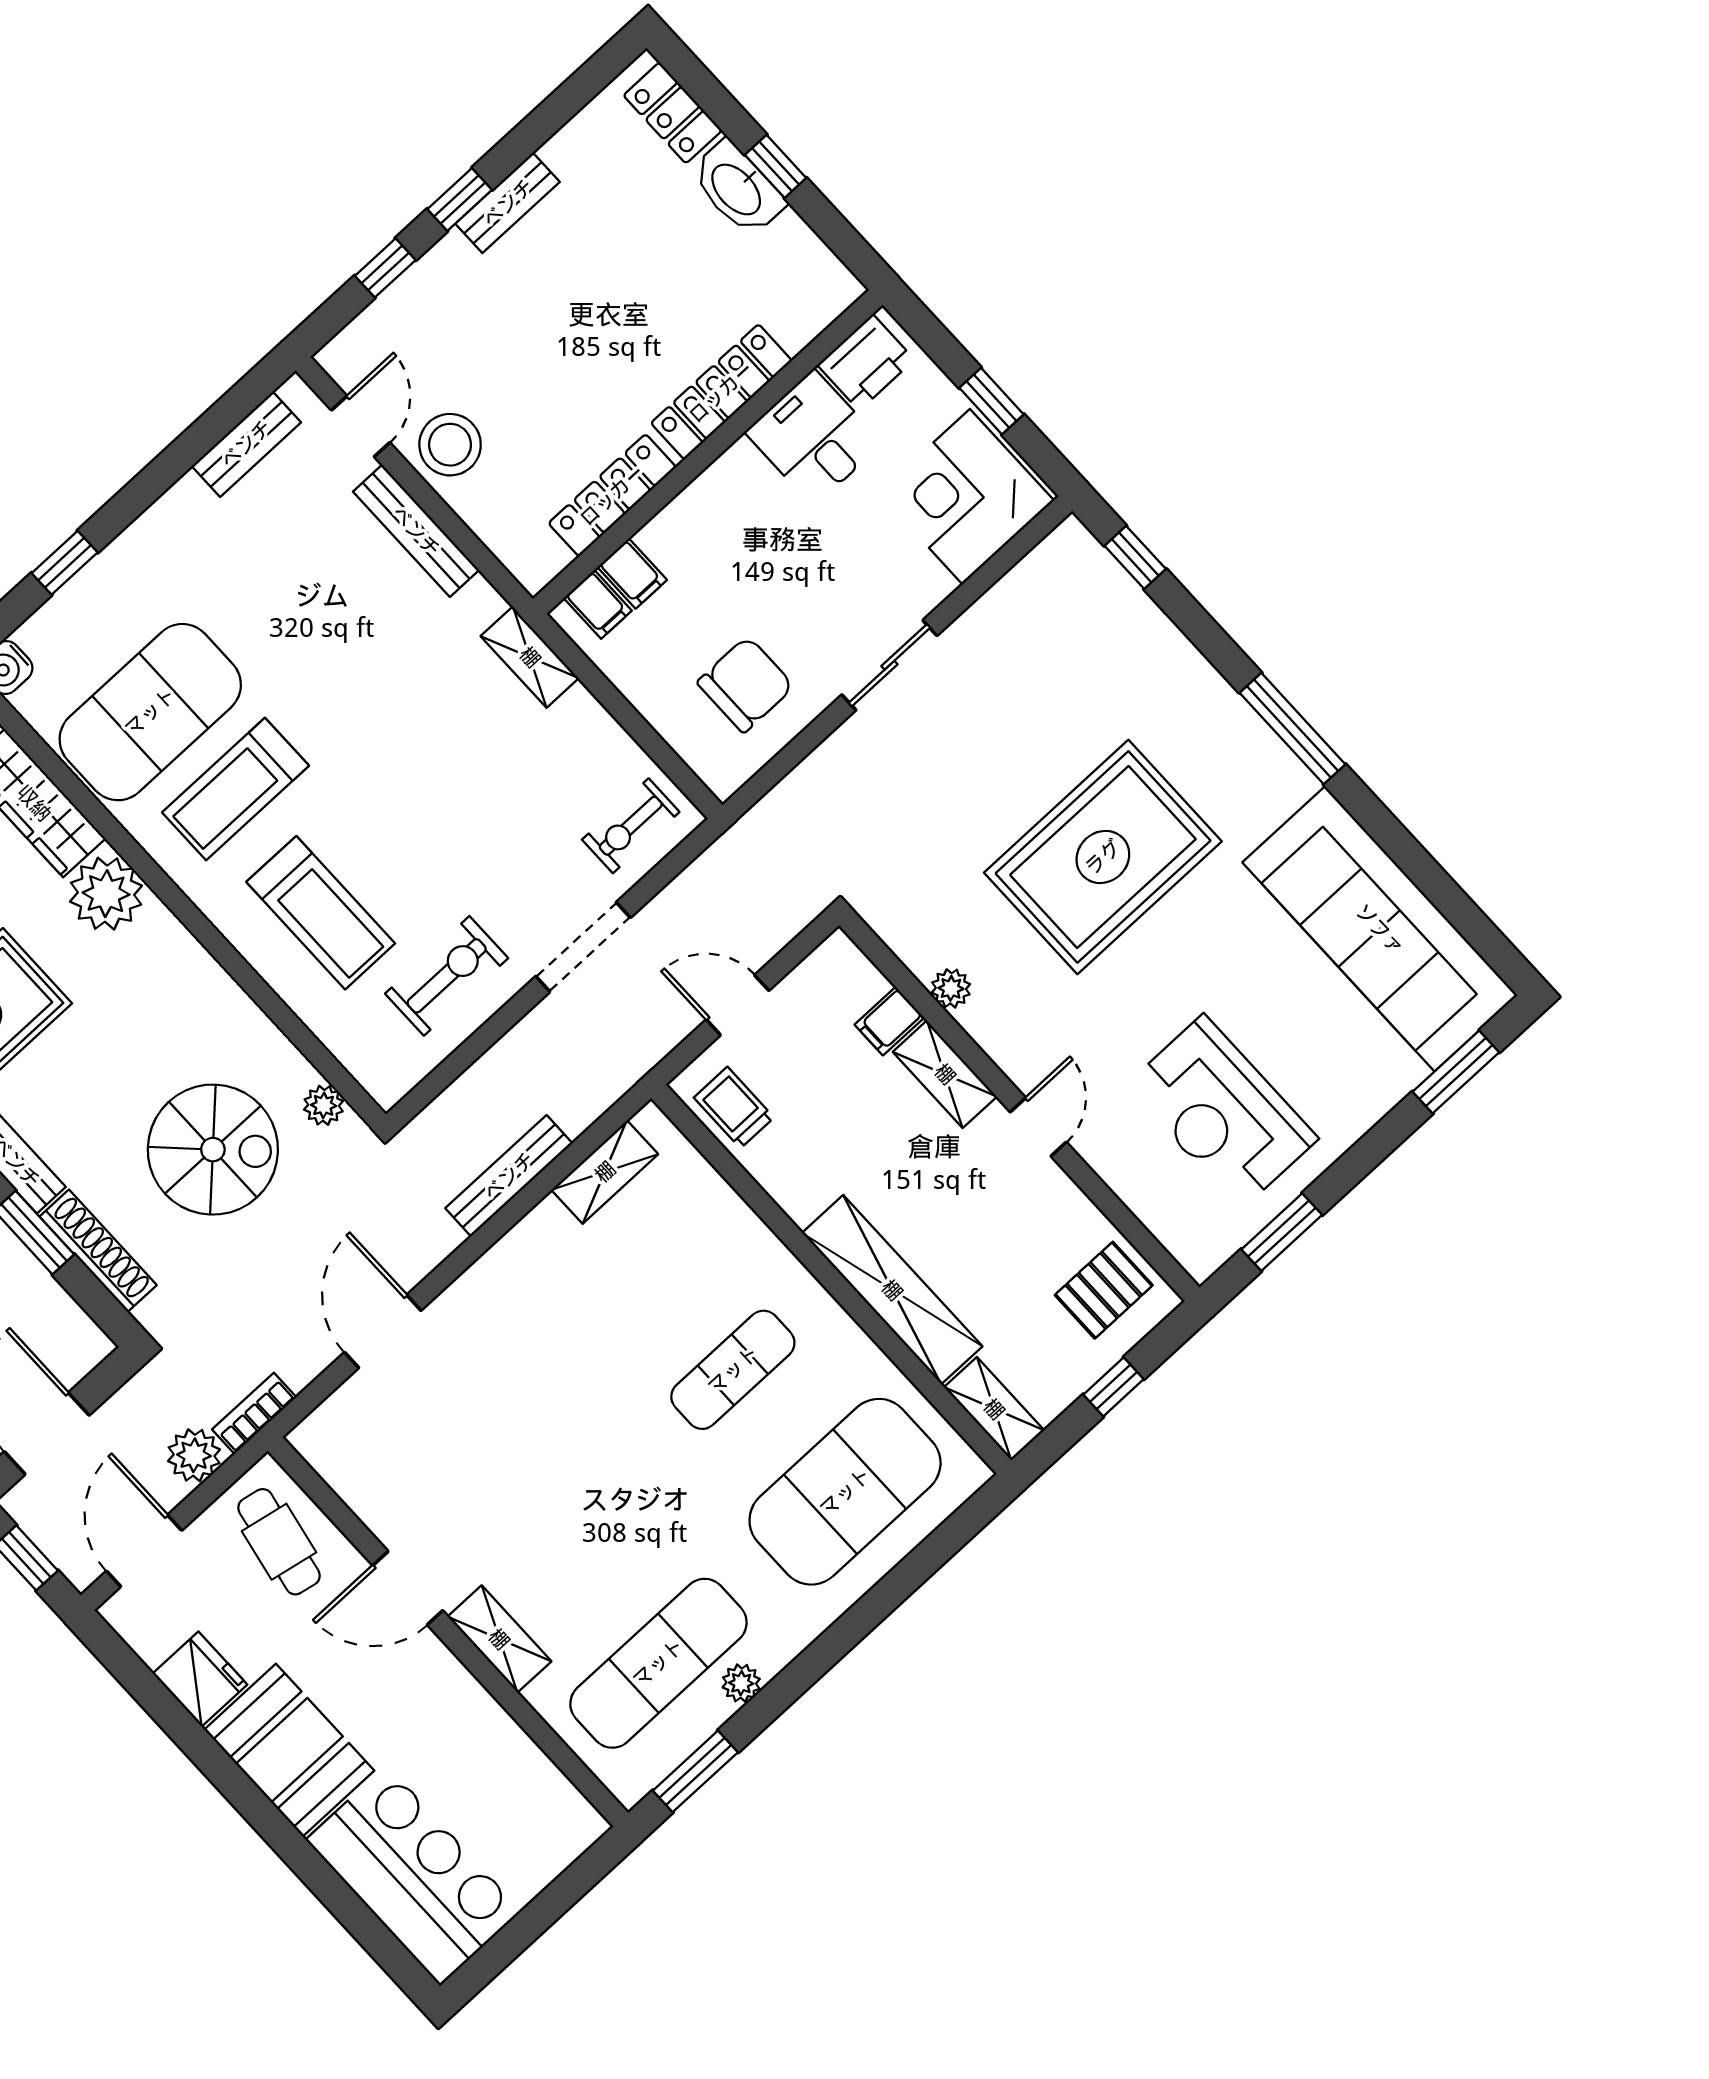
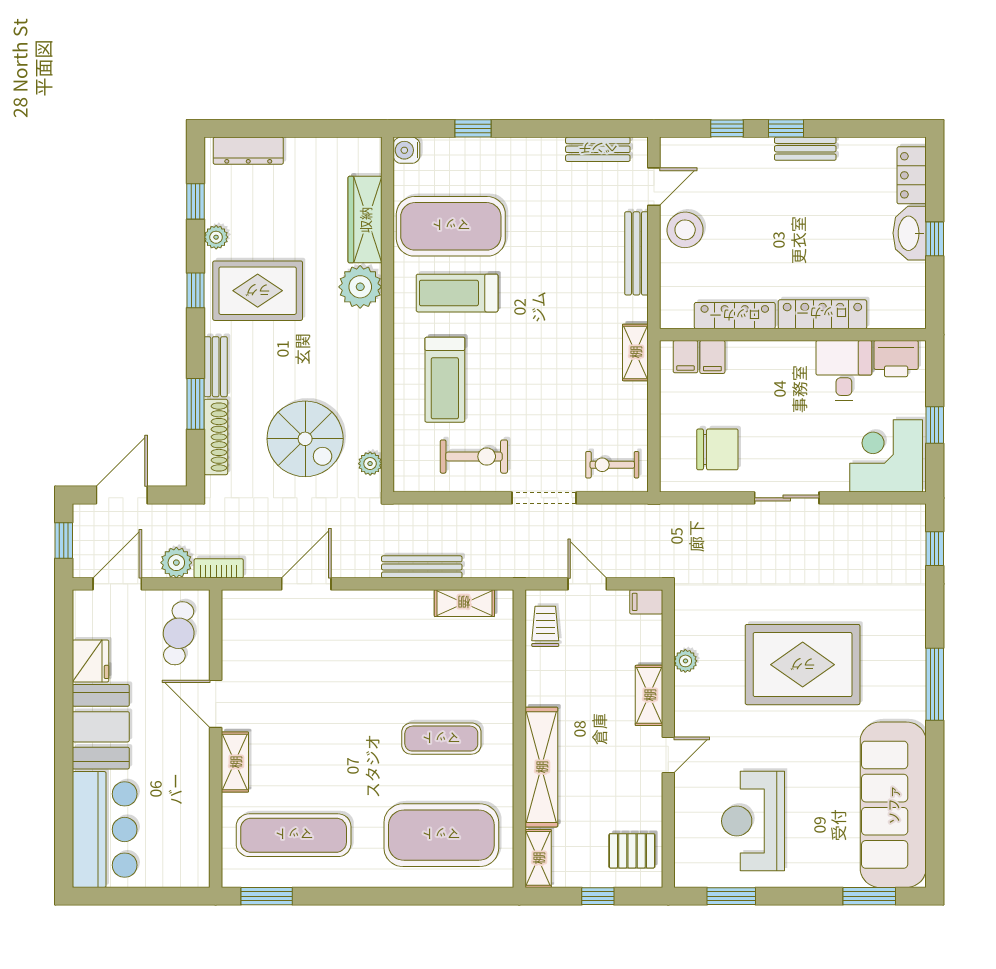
filing cabinet: (889, 1021) -> (646, 602), moved
plant: (741, 1683) -> (321, 876), removed

